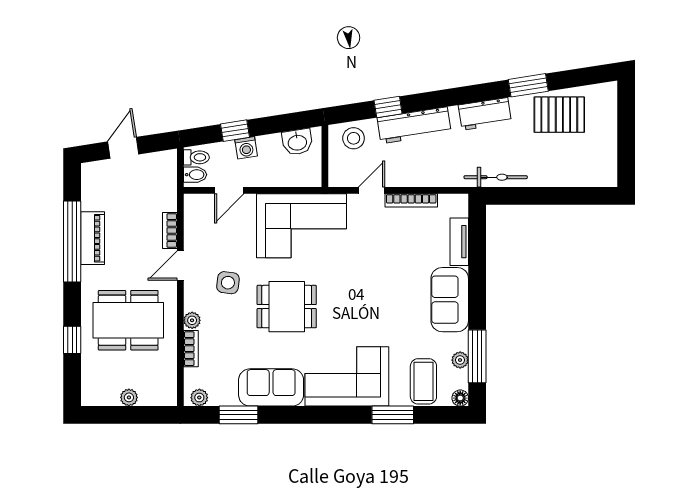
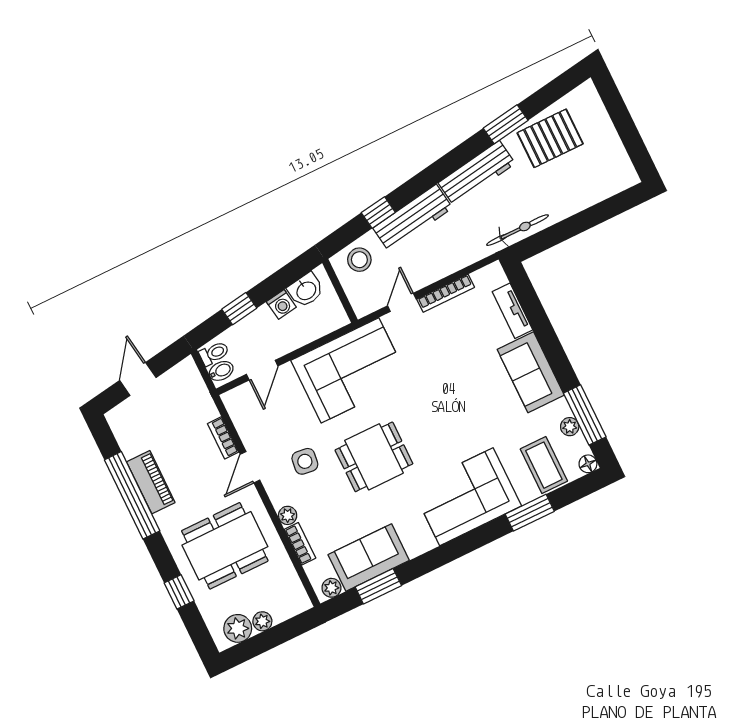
workbench: (485, 114) -> (477, 173), width x1.38
washing machine: (246, 148) -> (281, 304), moved
sofa: (271, 387) -> (369, 558), moved
plant: (106, 393) -> (238, 628), added

